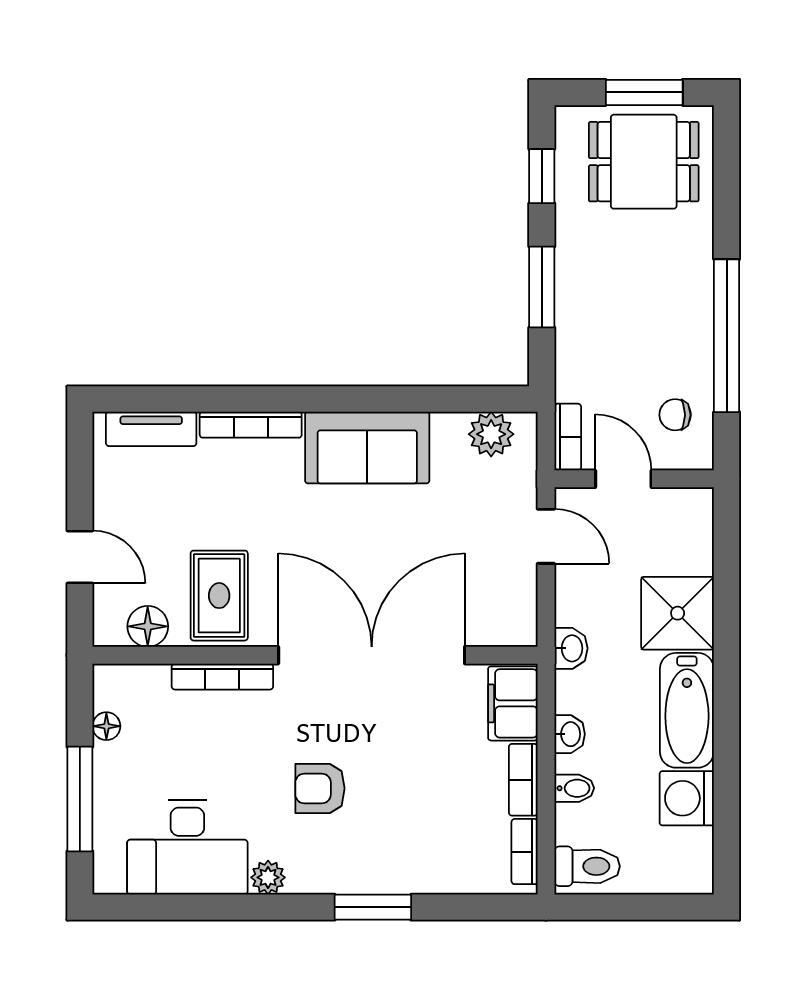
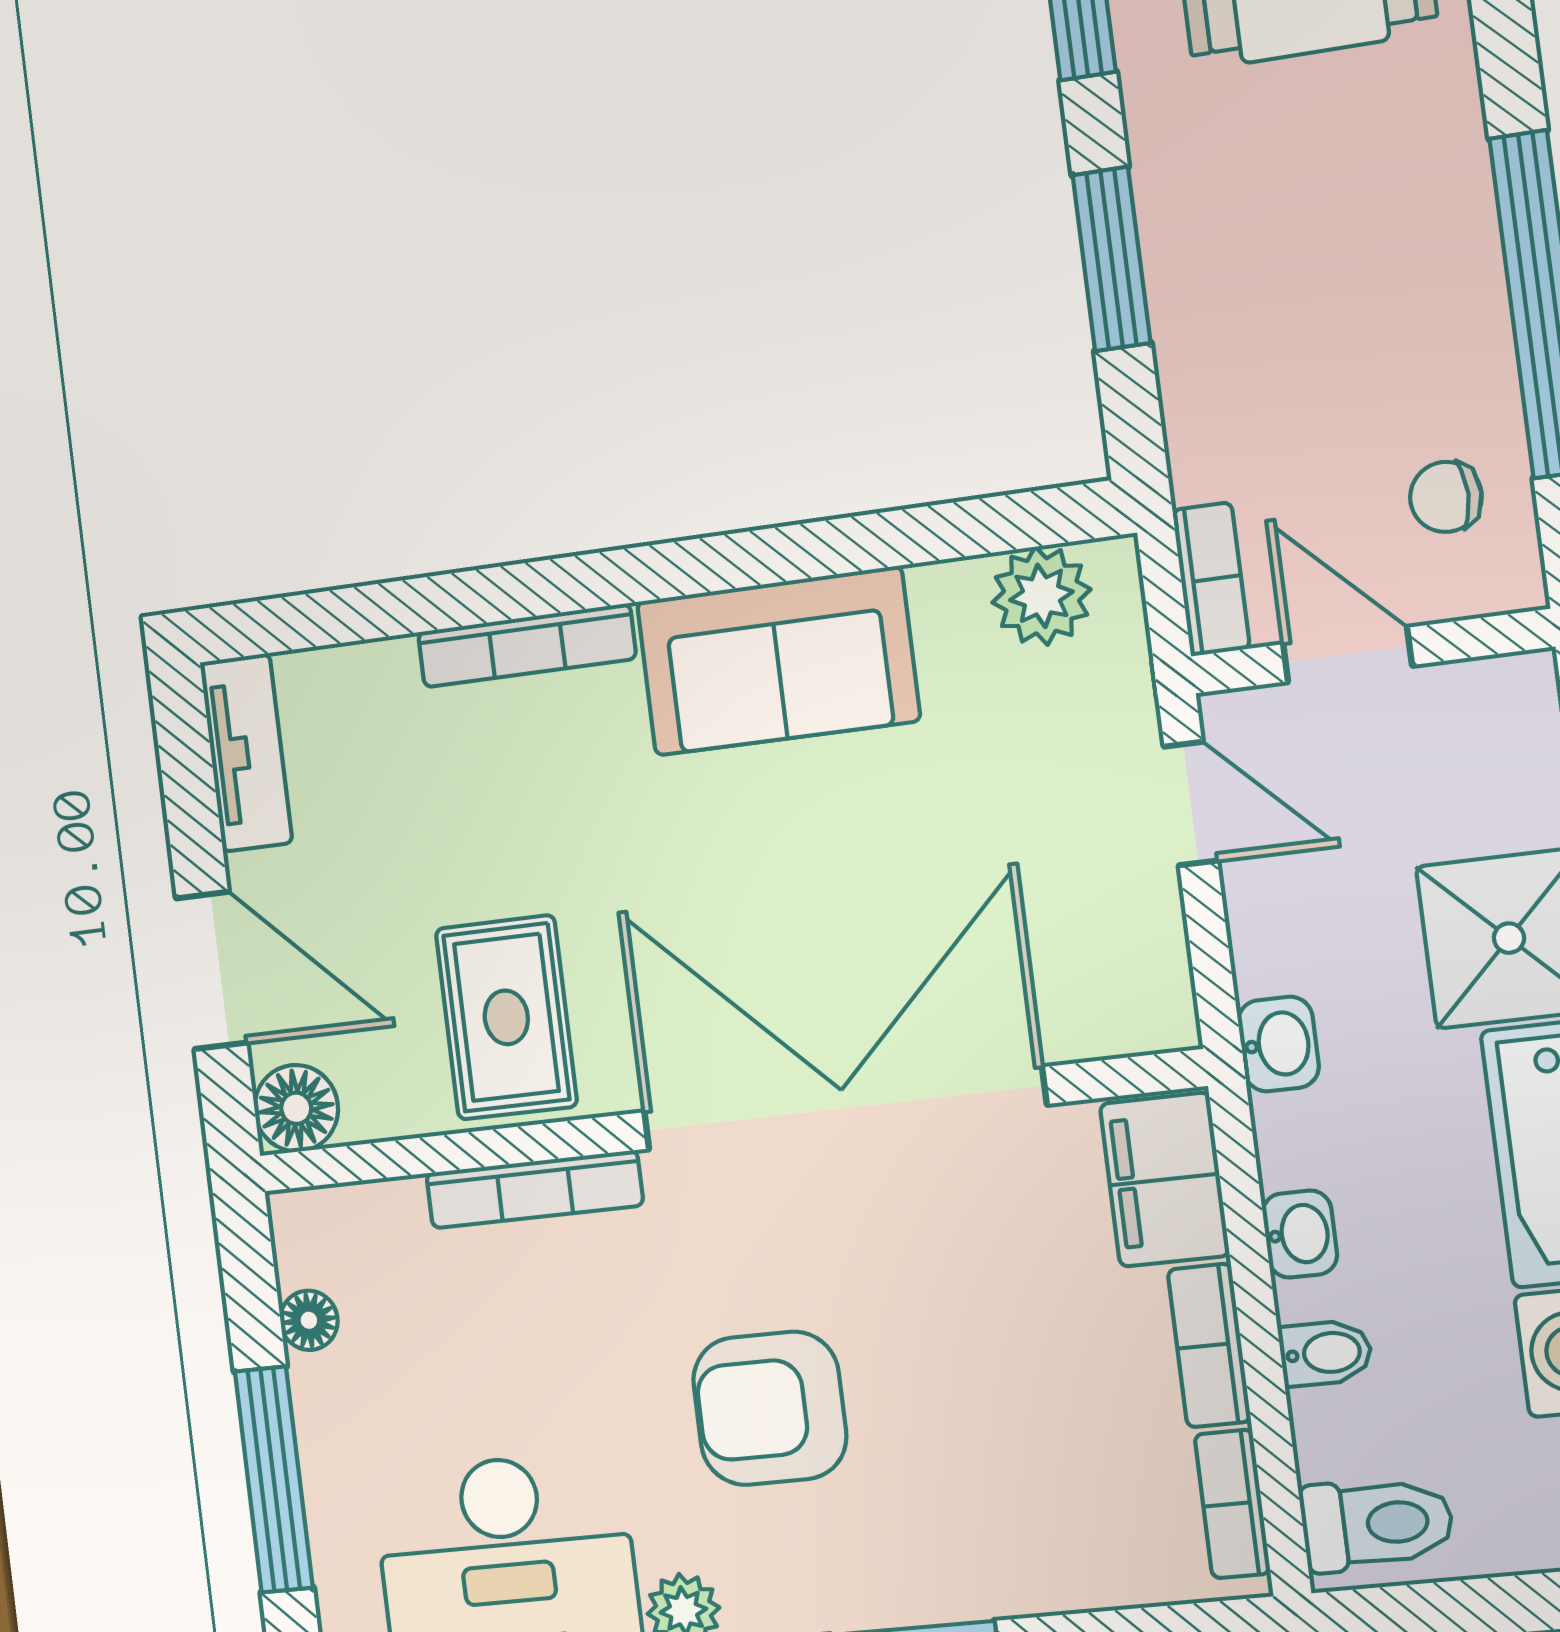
tv unit: (151, 429) -> (246, 753), moved, turned -90
door: (80, 557) -> (212, 970), width x1.38
floor lamp: (148, 626) -> (296, 1108), moved
armchair: (320, 788) -> (770, 1408), width x1.38, depth x1.38

